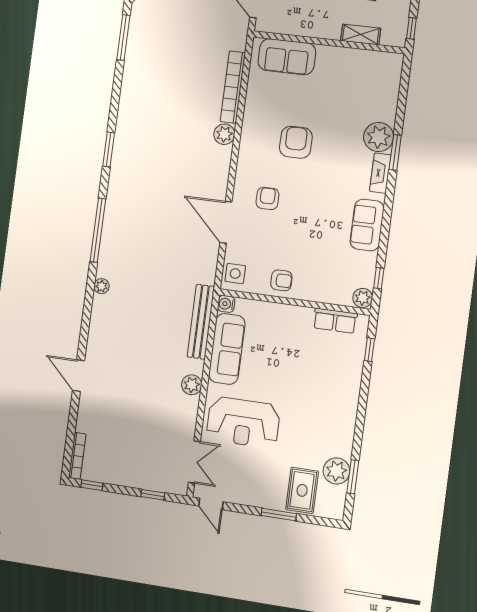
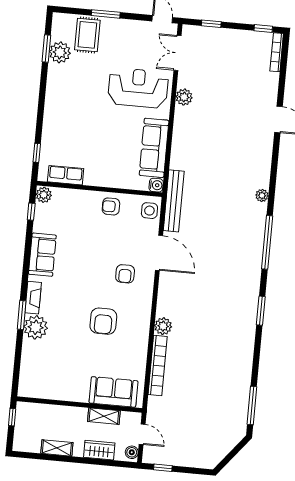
shelving: (361, 35) -> (104, 416), moved
bench: (201, 322) -> (174, 201), moved
plant: (192, 385) -> (184, 97), moved

